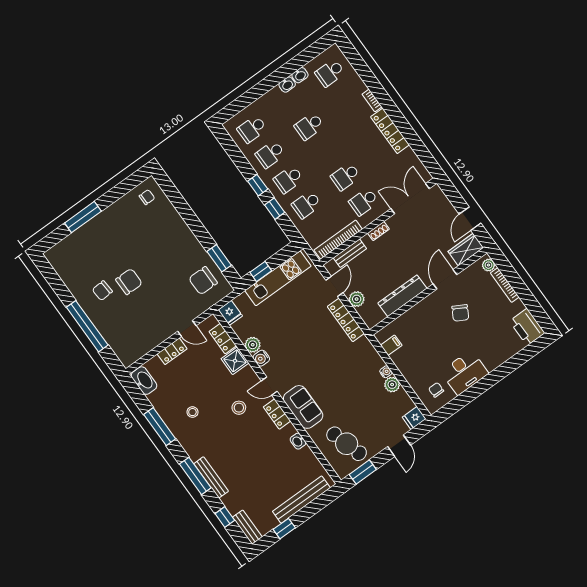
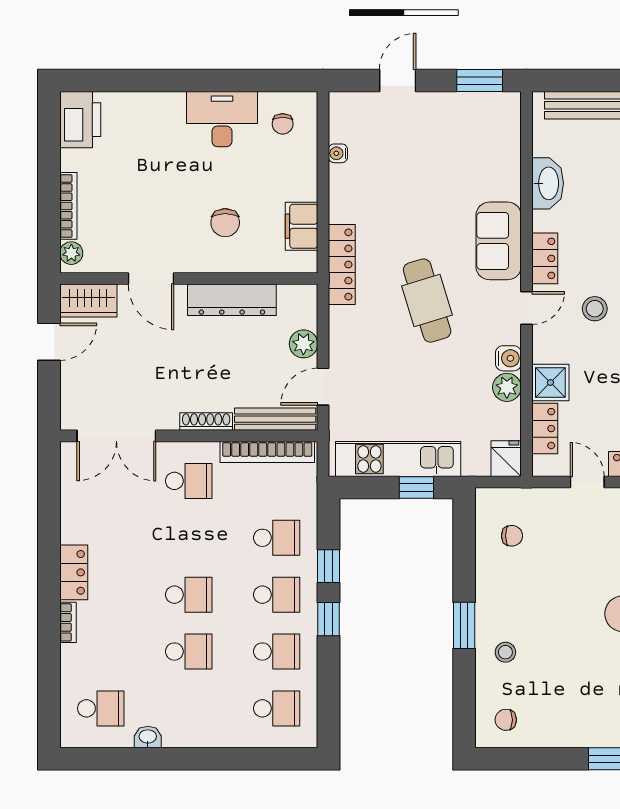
washbasin: (287, 85) -> (177, 737), removed
locker: (390, 131) -> (74, 572), width x0.66
school desk: (346, 177) -> (189, 595), moved
stool: (169, 227) -> (505, 652), added
shoe rack: (378, 231) -> (206, 422), width x1.43
bench: (350, 253) -> (275, 419), width x1.36
window: (219, 258) -> (464, 625), moved
door: (445, 279) -> (151, 279), hinge flipped
chair: (203, 281) -> (512, 536), width x0.54, depth x0.54
chair: (460, 313) -> (225, 223), moved, turned 151
locker: (346, 320) -> (342, 265), moved
filing cabinet: (391, 345) -> (302, 226), width x2.00
water cooler: (386, 372) -> (338, 153), moved
plant: (392, 385) -> (342, 179), removed
door: (269, 386) -> (527, 308), hinge flipped
fridge: (414, 418) -> (345, 106), removed
washbasin: (298, 441) -> (548, 183), width x1.91, depth x1.45
cafe table: (347, 444) -> (427, 301), moved

